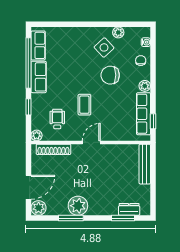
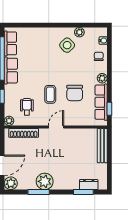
chair: (110, 75) -> (75, 93), moved, turned -90

